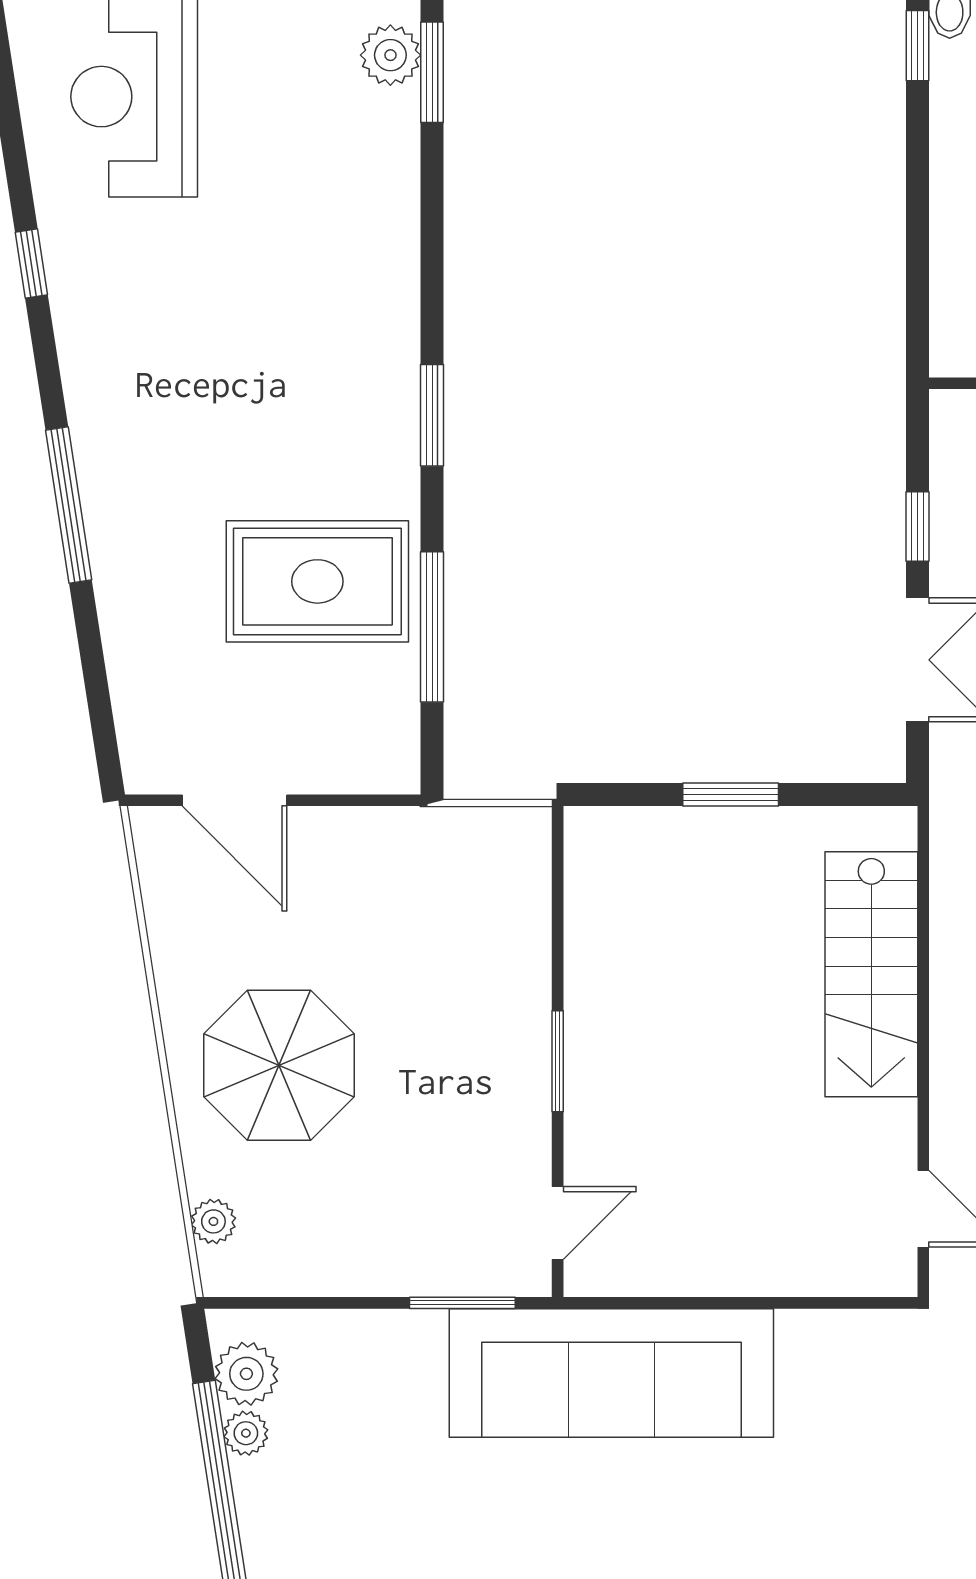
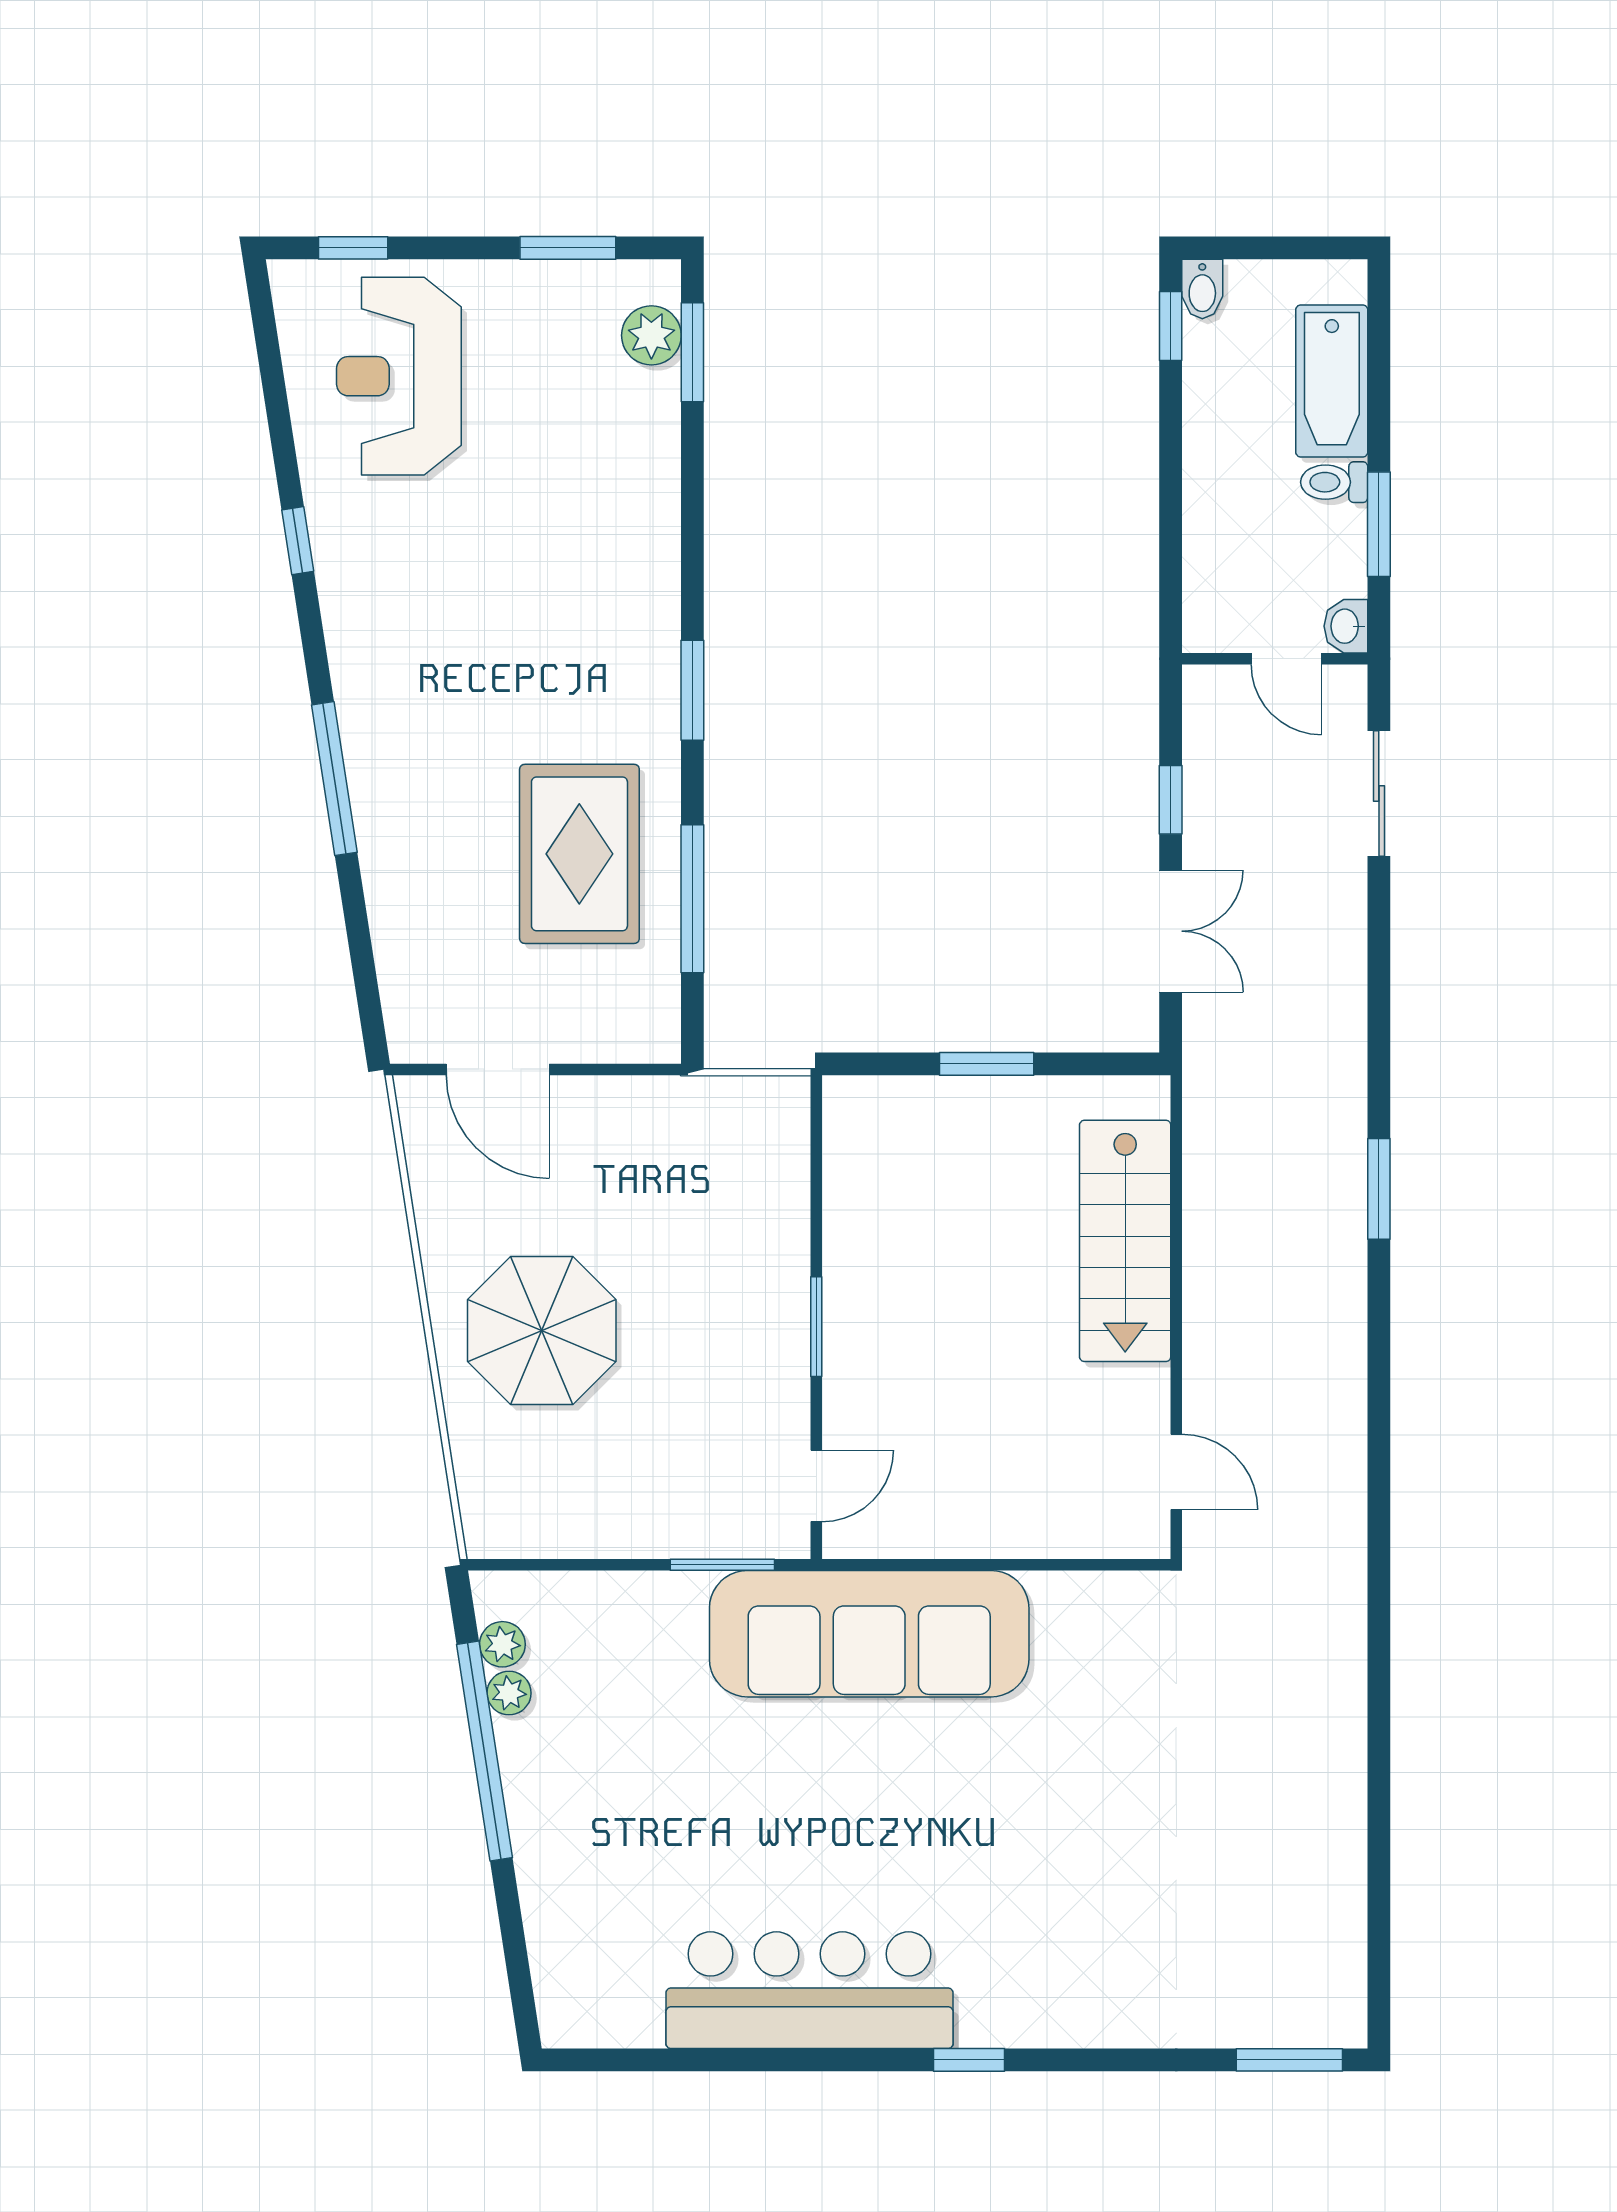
rug: (317, 581) -> (579, 854), turned 90
plant: (213, 1221) -> (477, 1484), removed
plant: (246, 1374) -> (502, 1644), width x0.73, depth x0.73

